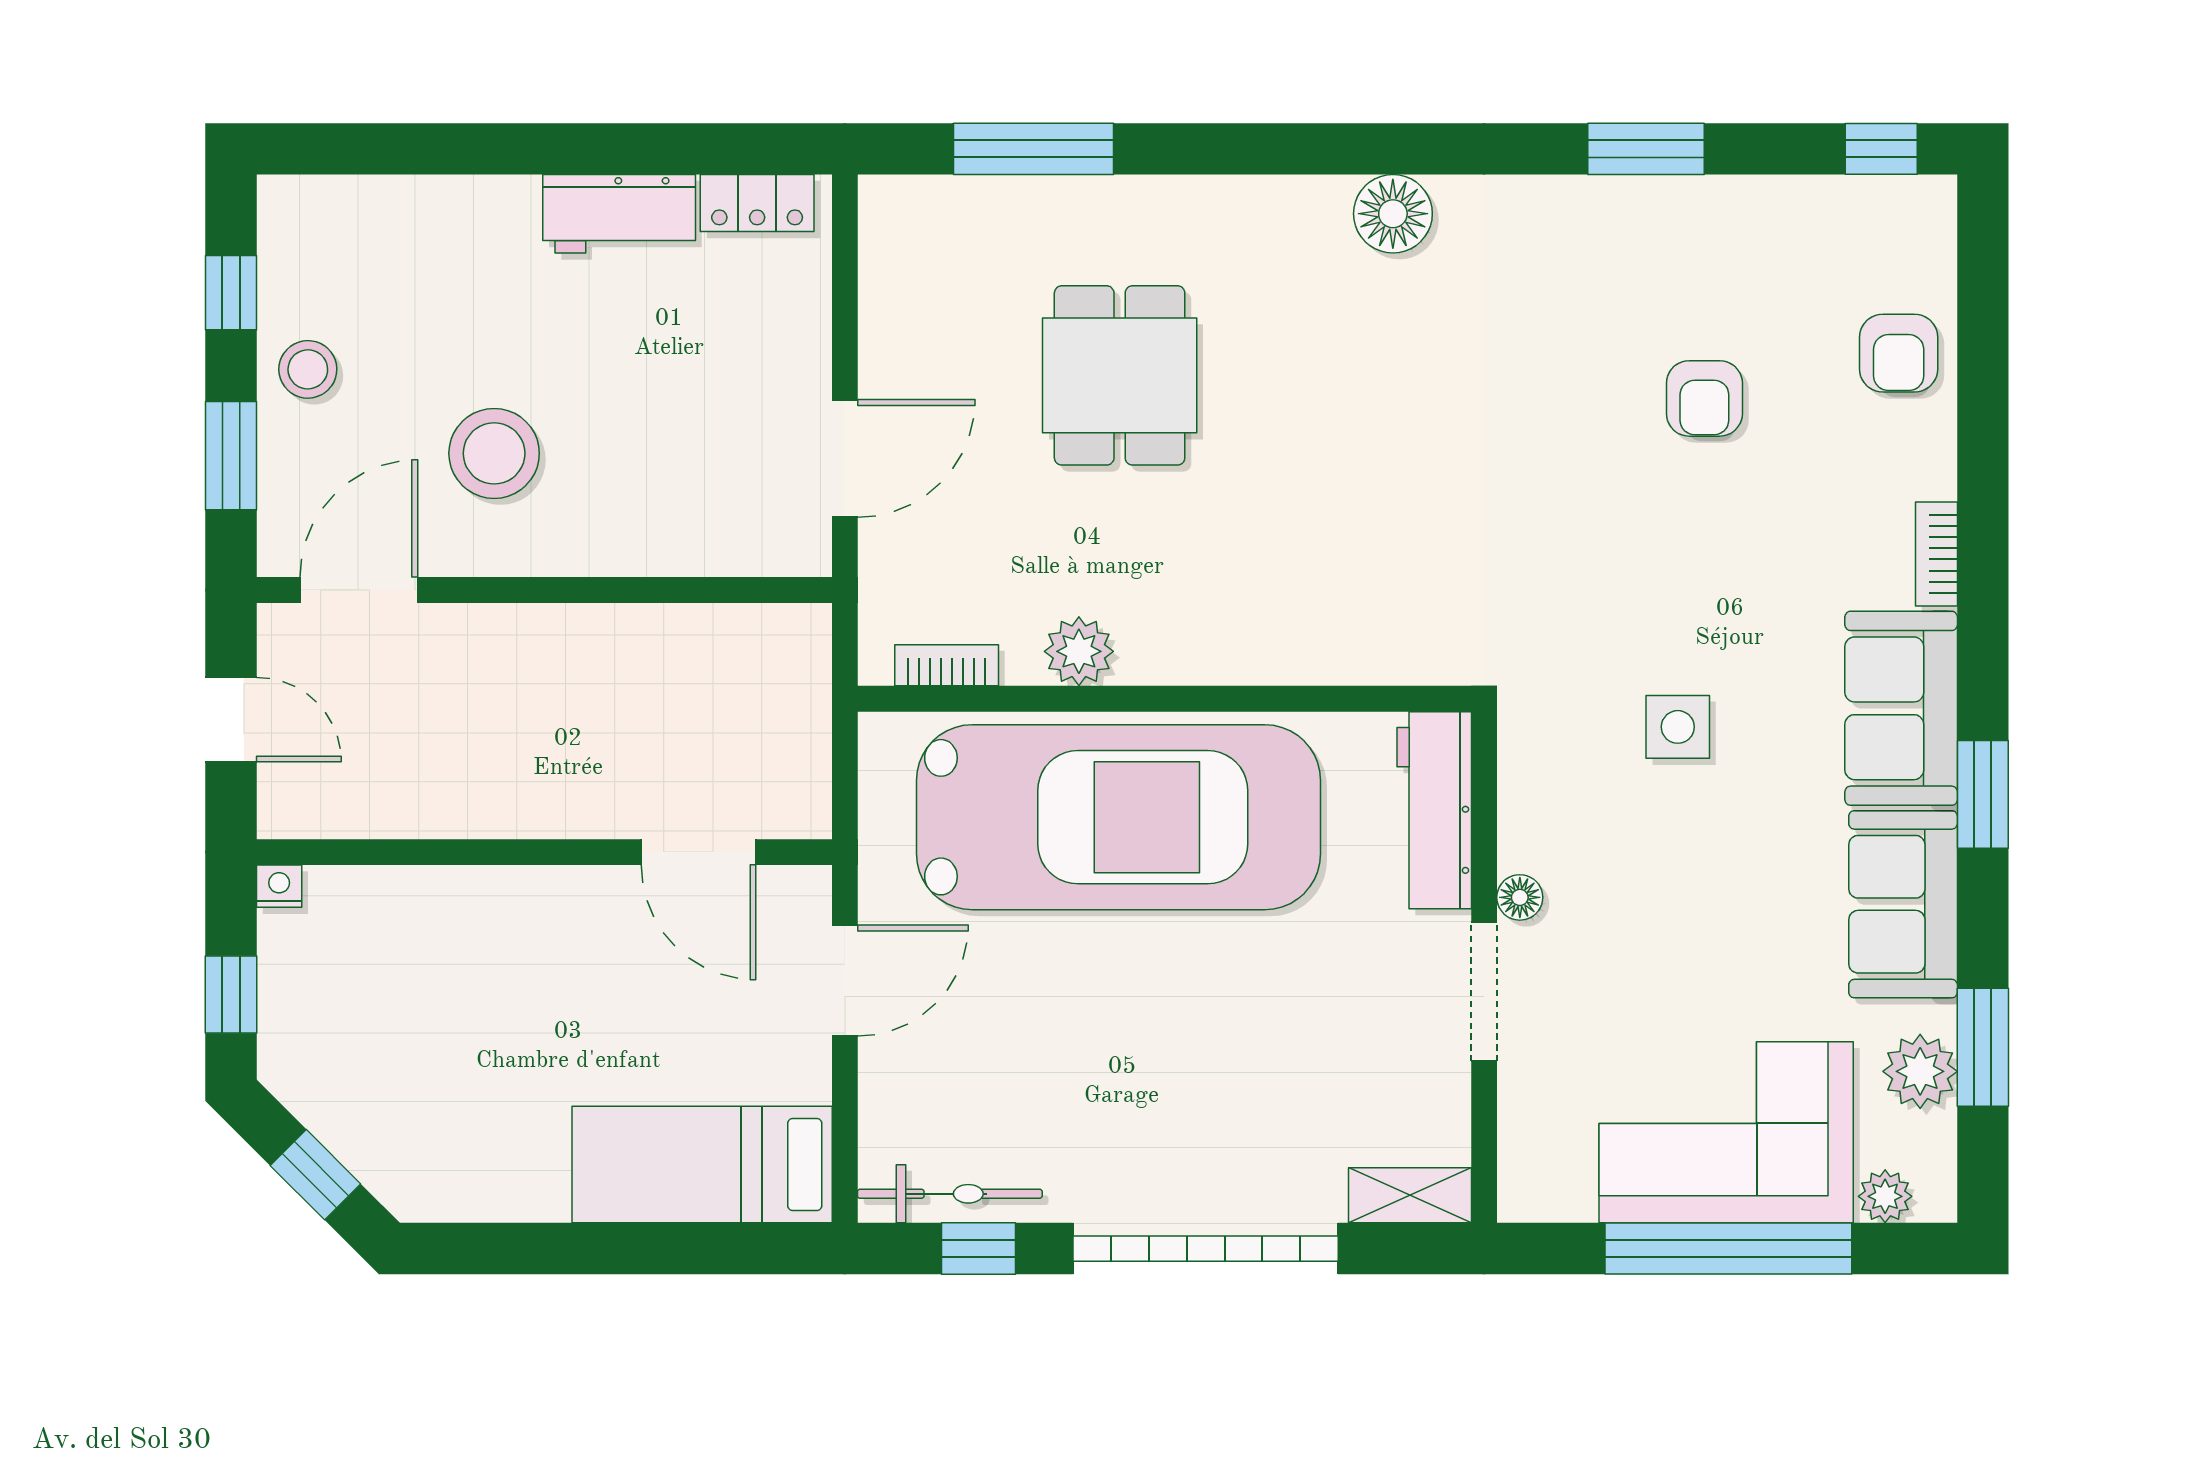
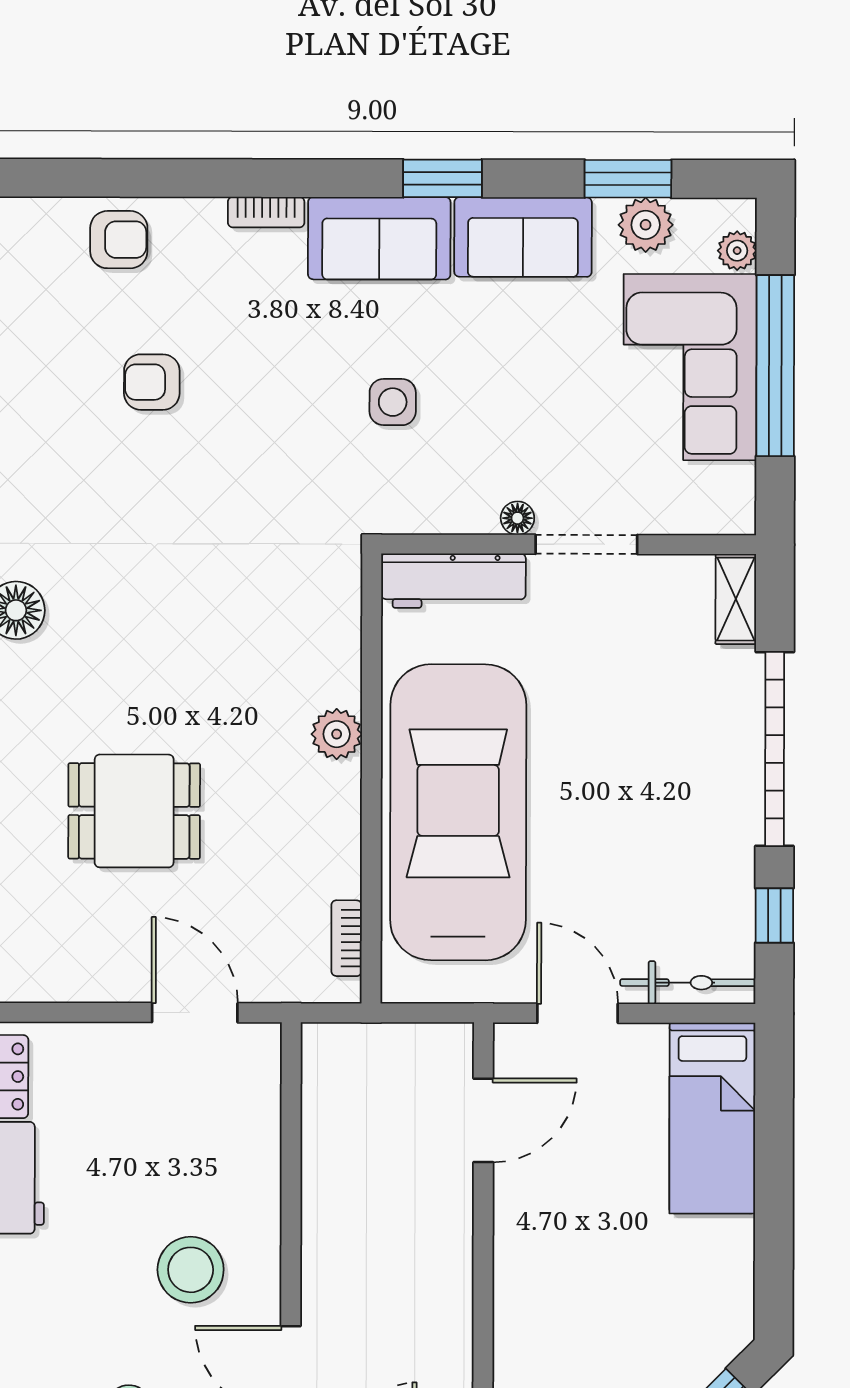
armchair: (1704, 398) -> (152, 382), turned 180
plant: (1079, 651) -> (337, 734), moved
bicycle: (950, 1194) -> (688, 983), moved, turned 90

